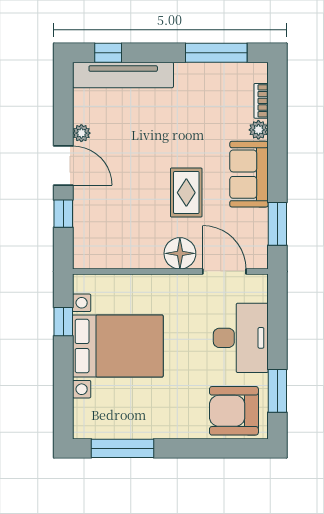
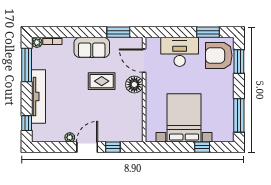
tv unit: (123, 75) -> (38, 96), moved
plant: (258, 130) -> (37, 42), moved
door: (224, 272) -> (144, 61), hinge flipped
window: (63, 322) -> (202, 147), moved
armchair: (234, 411) -> (219, 56), turned 90
window: (223, 448) -> (239, 61), added

